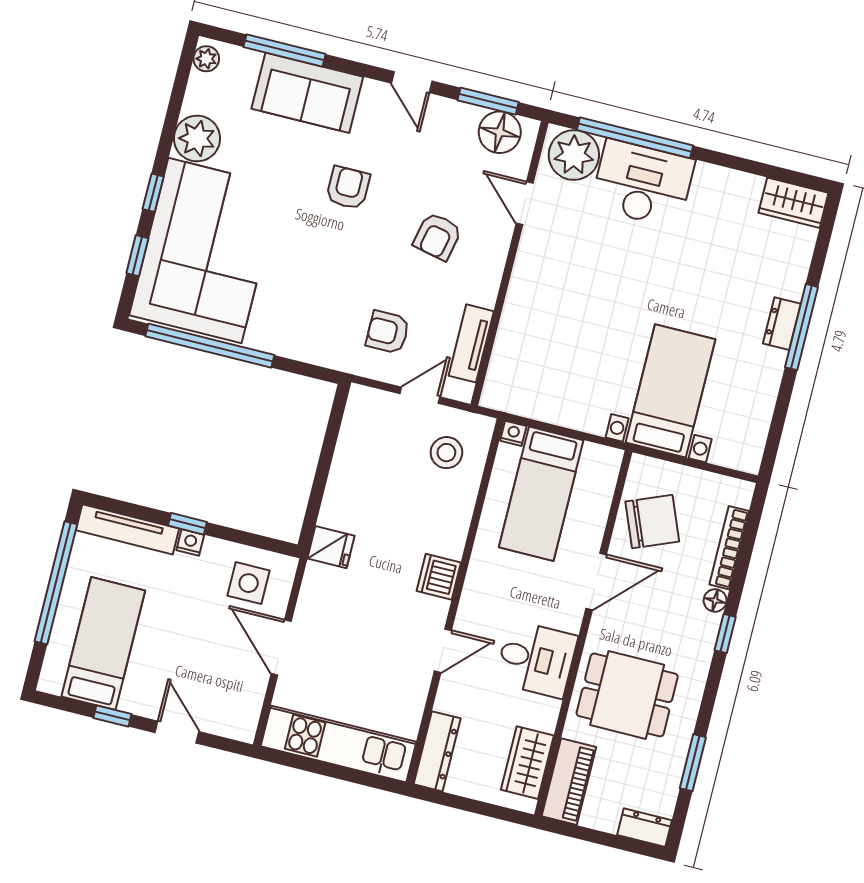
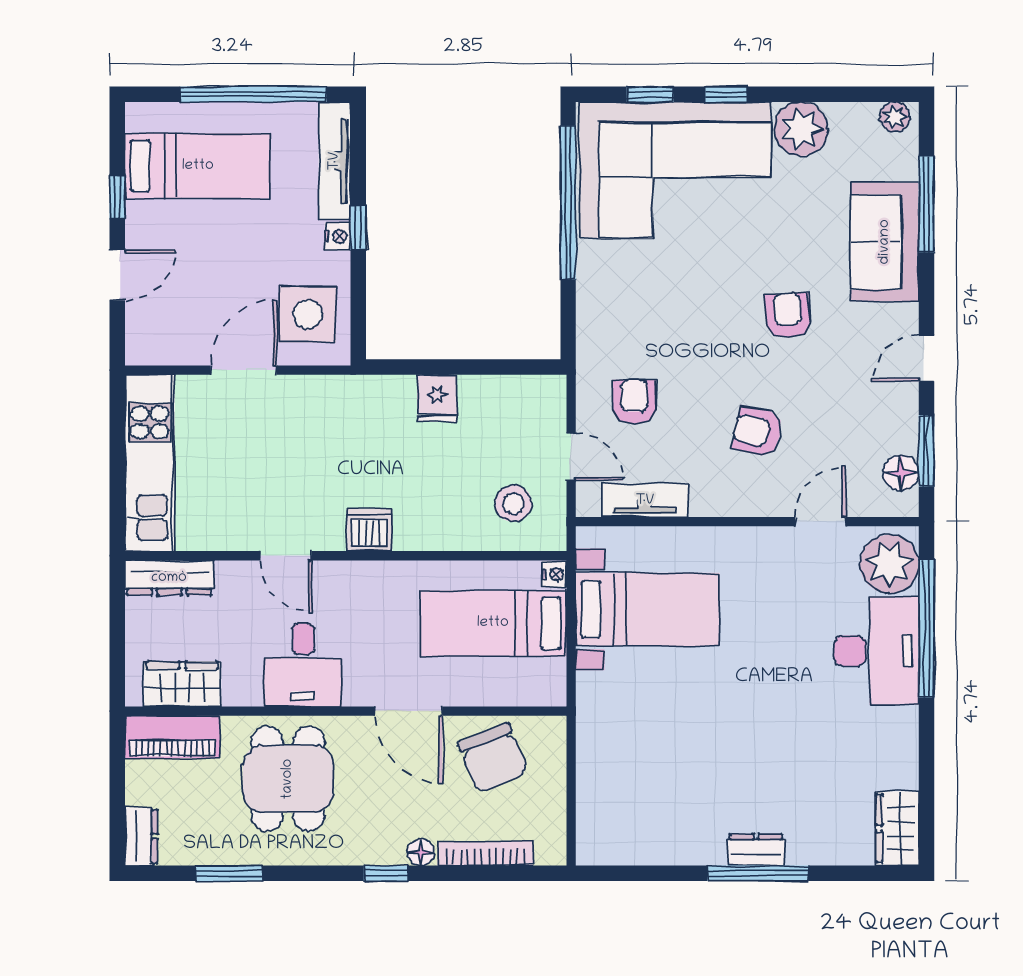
floor lamp: (500, 132) -> (901, 473), width x0.73, depth x0.73
armchair: (348, 188) -> (788, 315), turned -94
bed with nightstands: (670, 391) -> (648, 609), moved
fridge: (331, 547) -> (437, 398), moved
side table: (249, 583) -> (308, 314), width x1.37, depth x1.37

